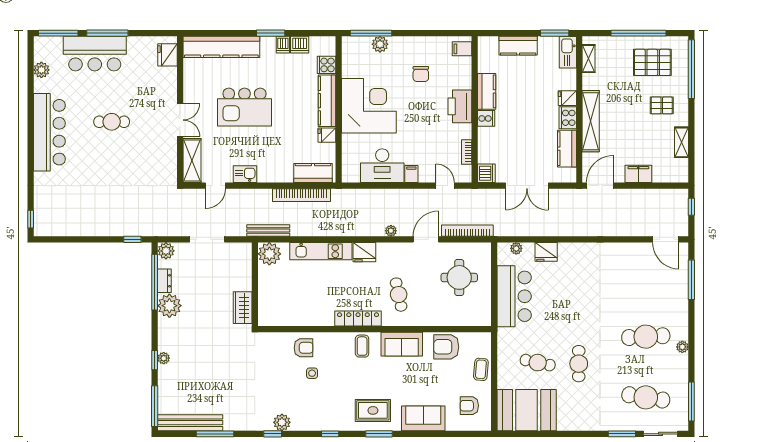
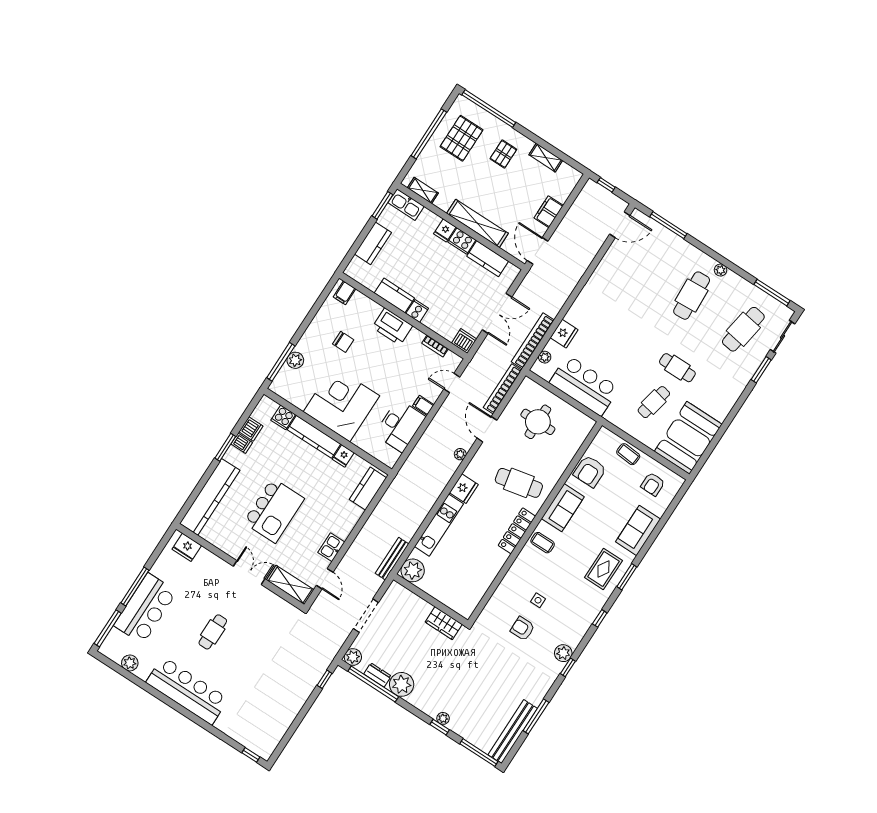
bookcase: (301, 195) -> (533, 341), moved, turned 180
cafe table: (399, 295) -> (519, 483), width x1.37, depth x1.35
armchair: (304, 348) -> (522, 629), moved, turned -90

